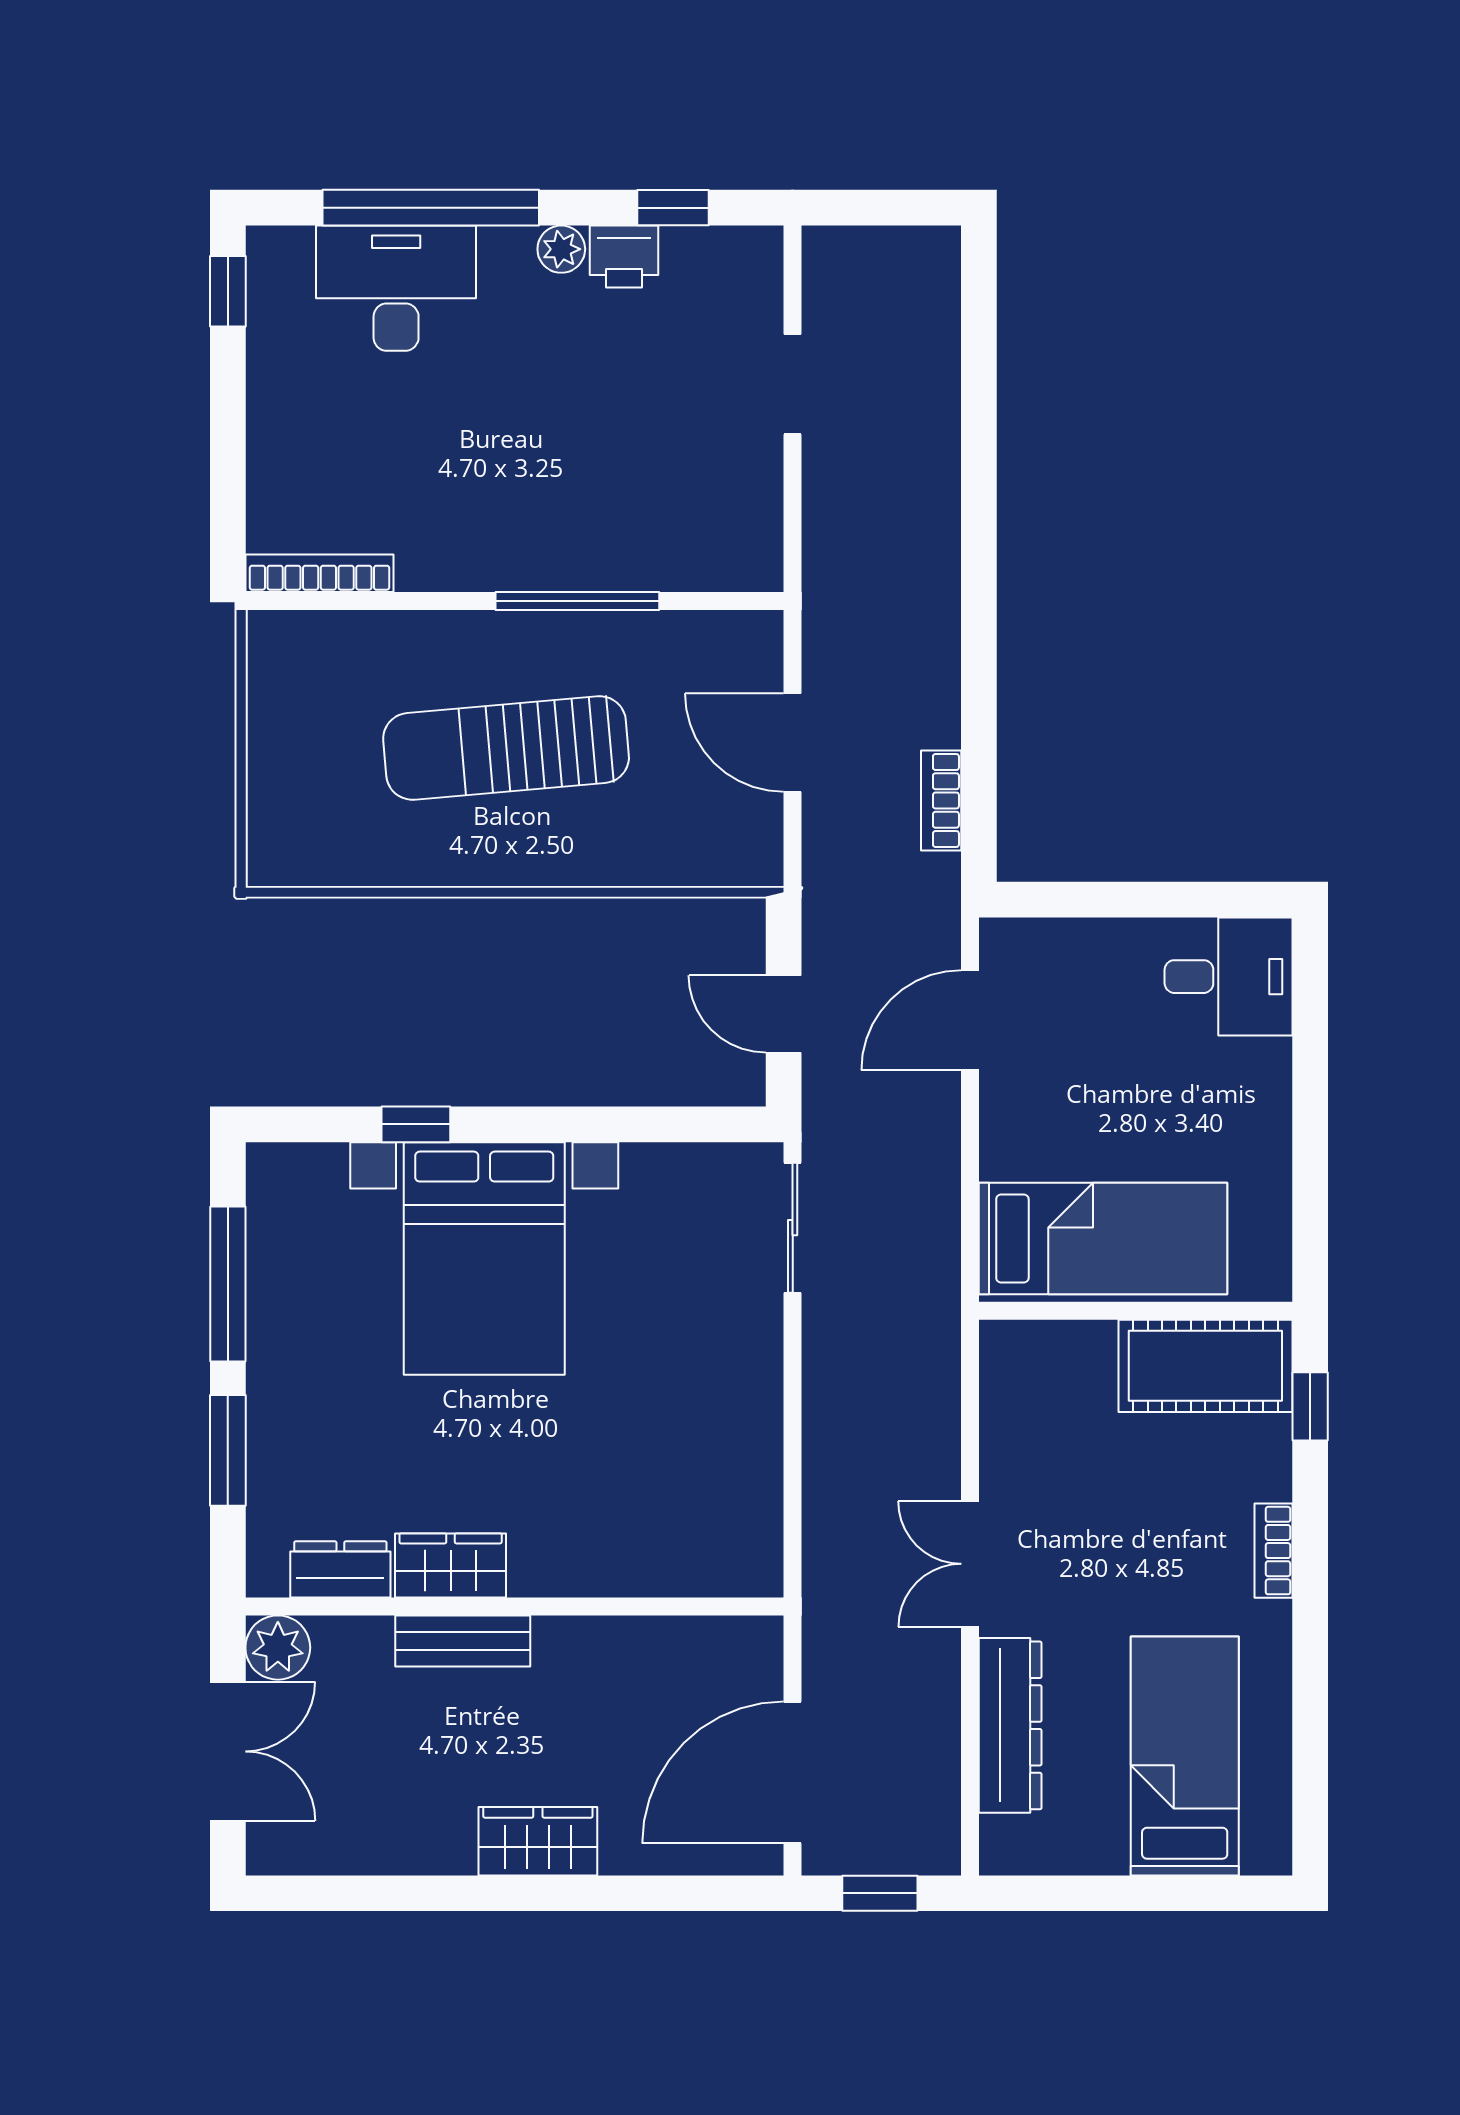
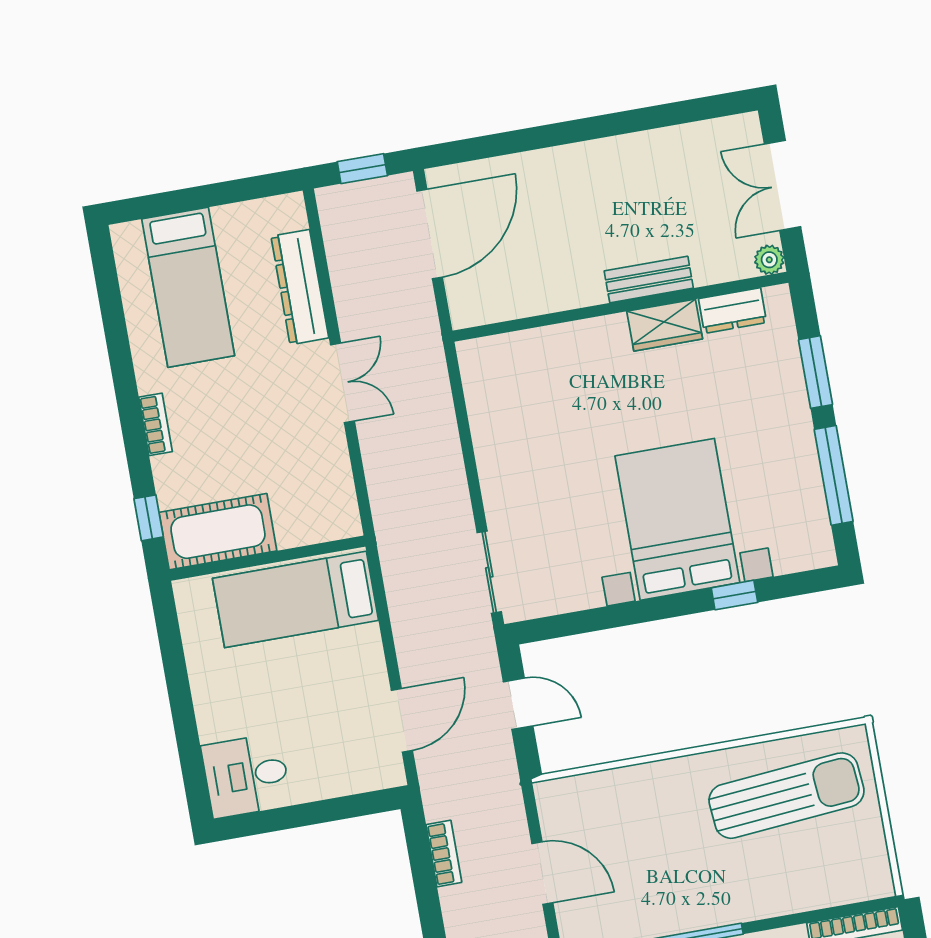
sun lounger: (506, 748) -> (787, 796), moved
plant: (278, 1648) -> (769, 260), width x0.73, depth x0.73
wardrobe: (538, 1841) -> (580, 164), removed

